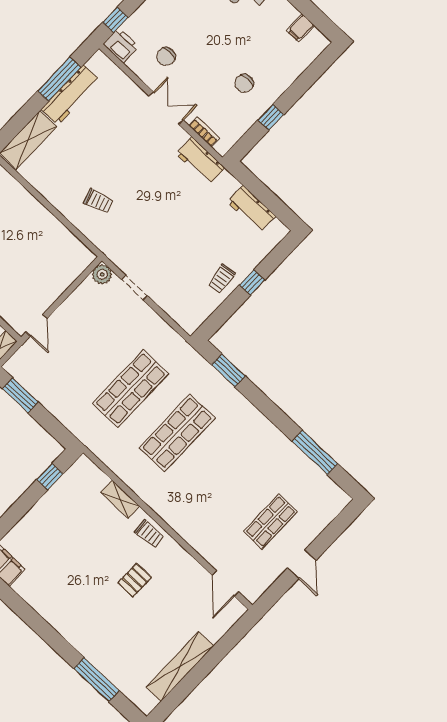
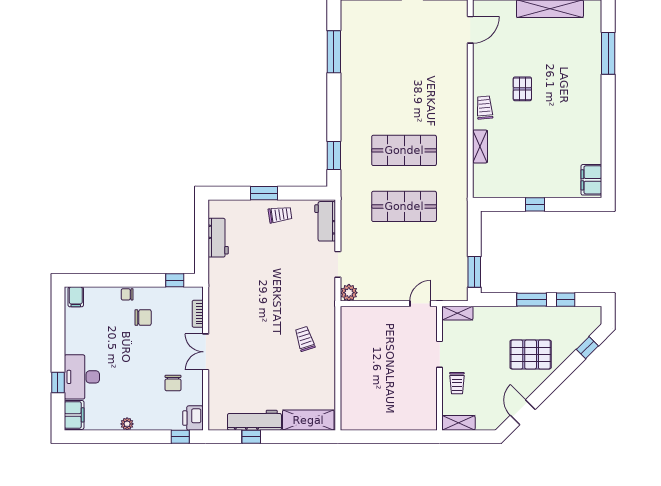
filing cabinet: (300, 28) -> (76, 297), moved, turned 90
chair: (166, 56) -> (173, 383), turned 90
window: (59, 79) -> (251, 437), width x0.46
chair: (276, 88) -> (127, 294), added
window: (271, 117) -> (175, 280), moved
workbench: (200, 161) -> (325, 221), moved, turned 180
window: (252, 282) -> (264, 193), width x1.50
window: (50, 477) -> (535, 204), moved
shop shelf: (270, 522) -> (404, 38), removed
pallet: (135, 580) -> (522, 89), turned 90

